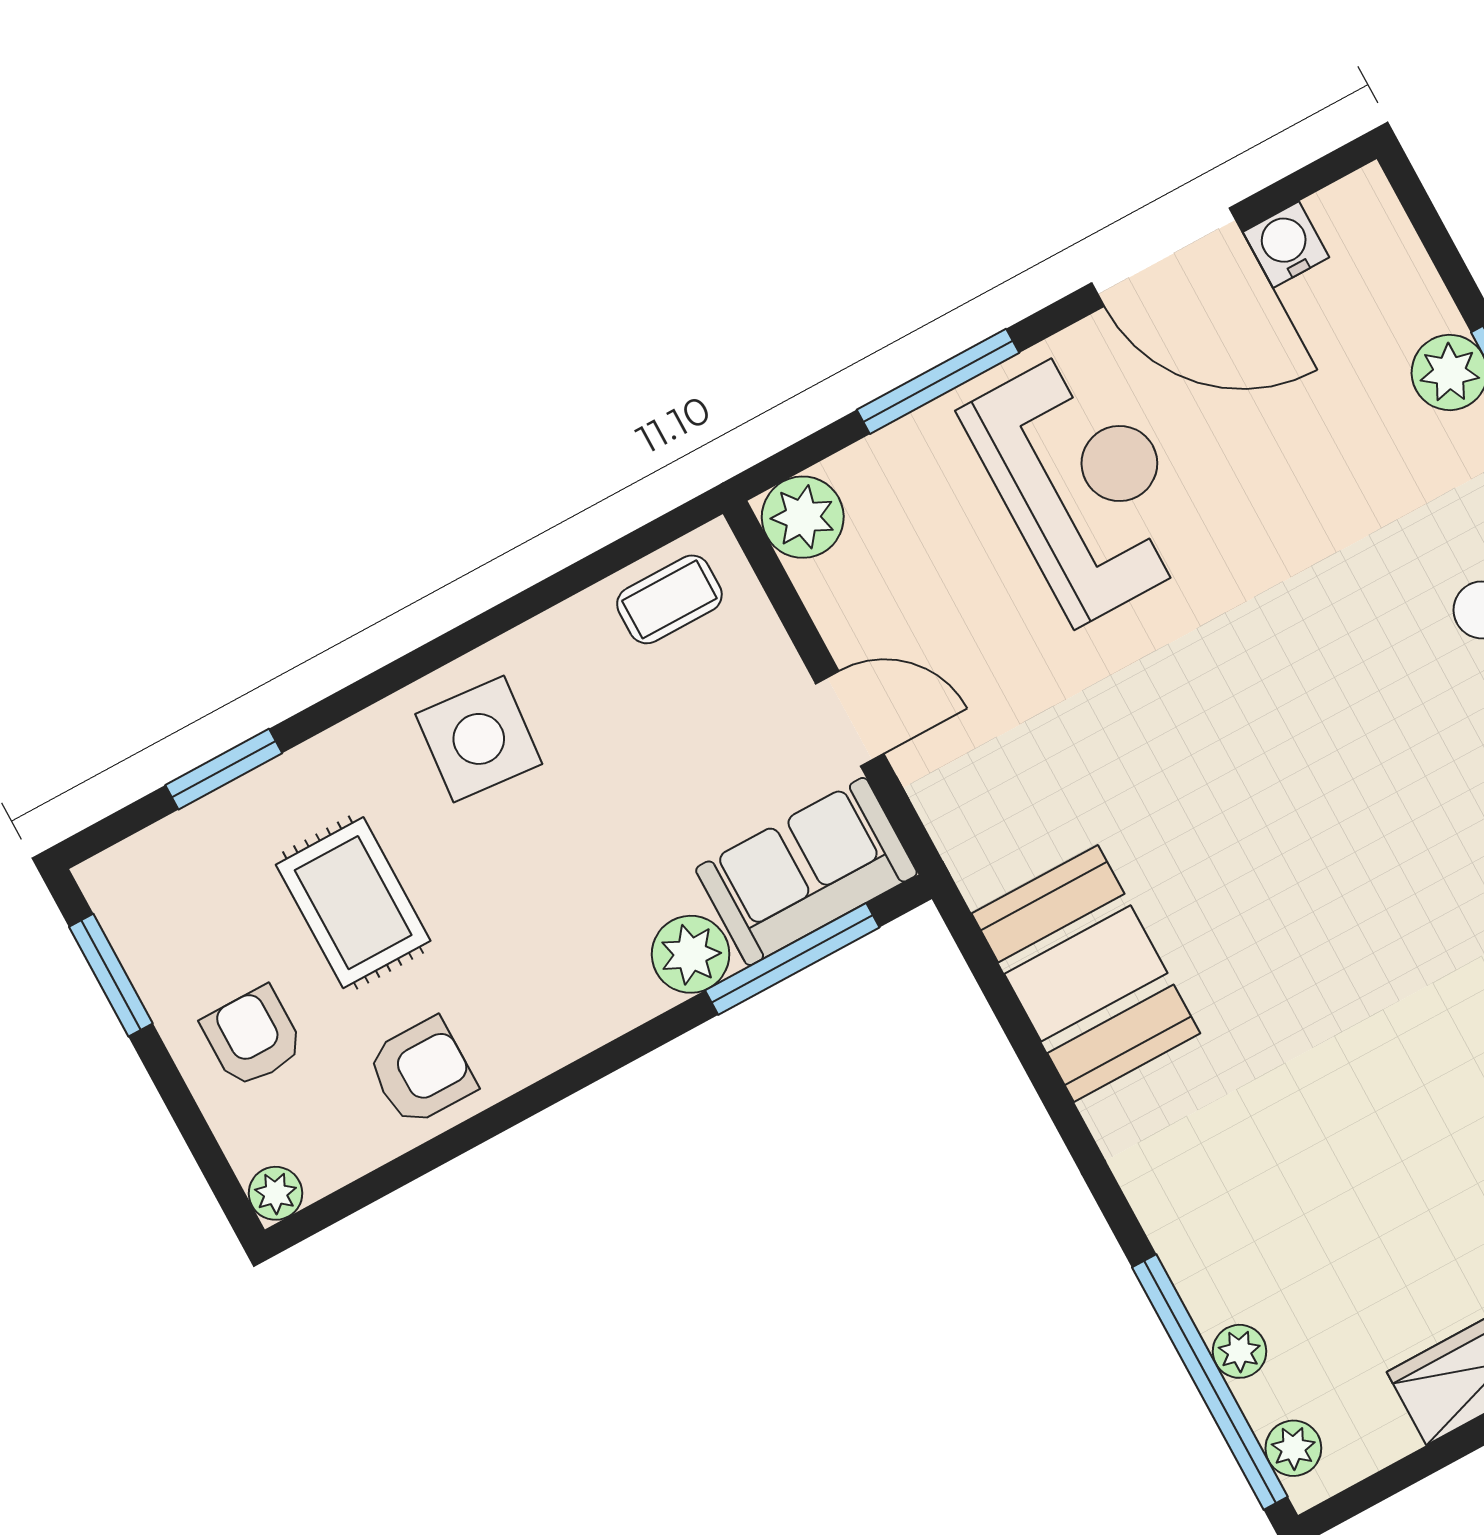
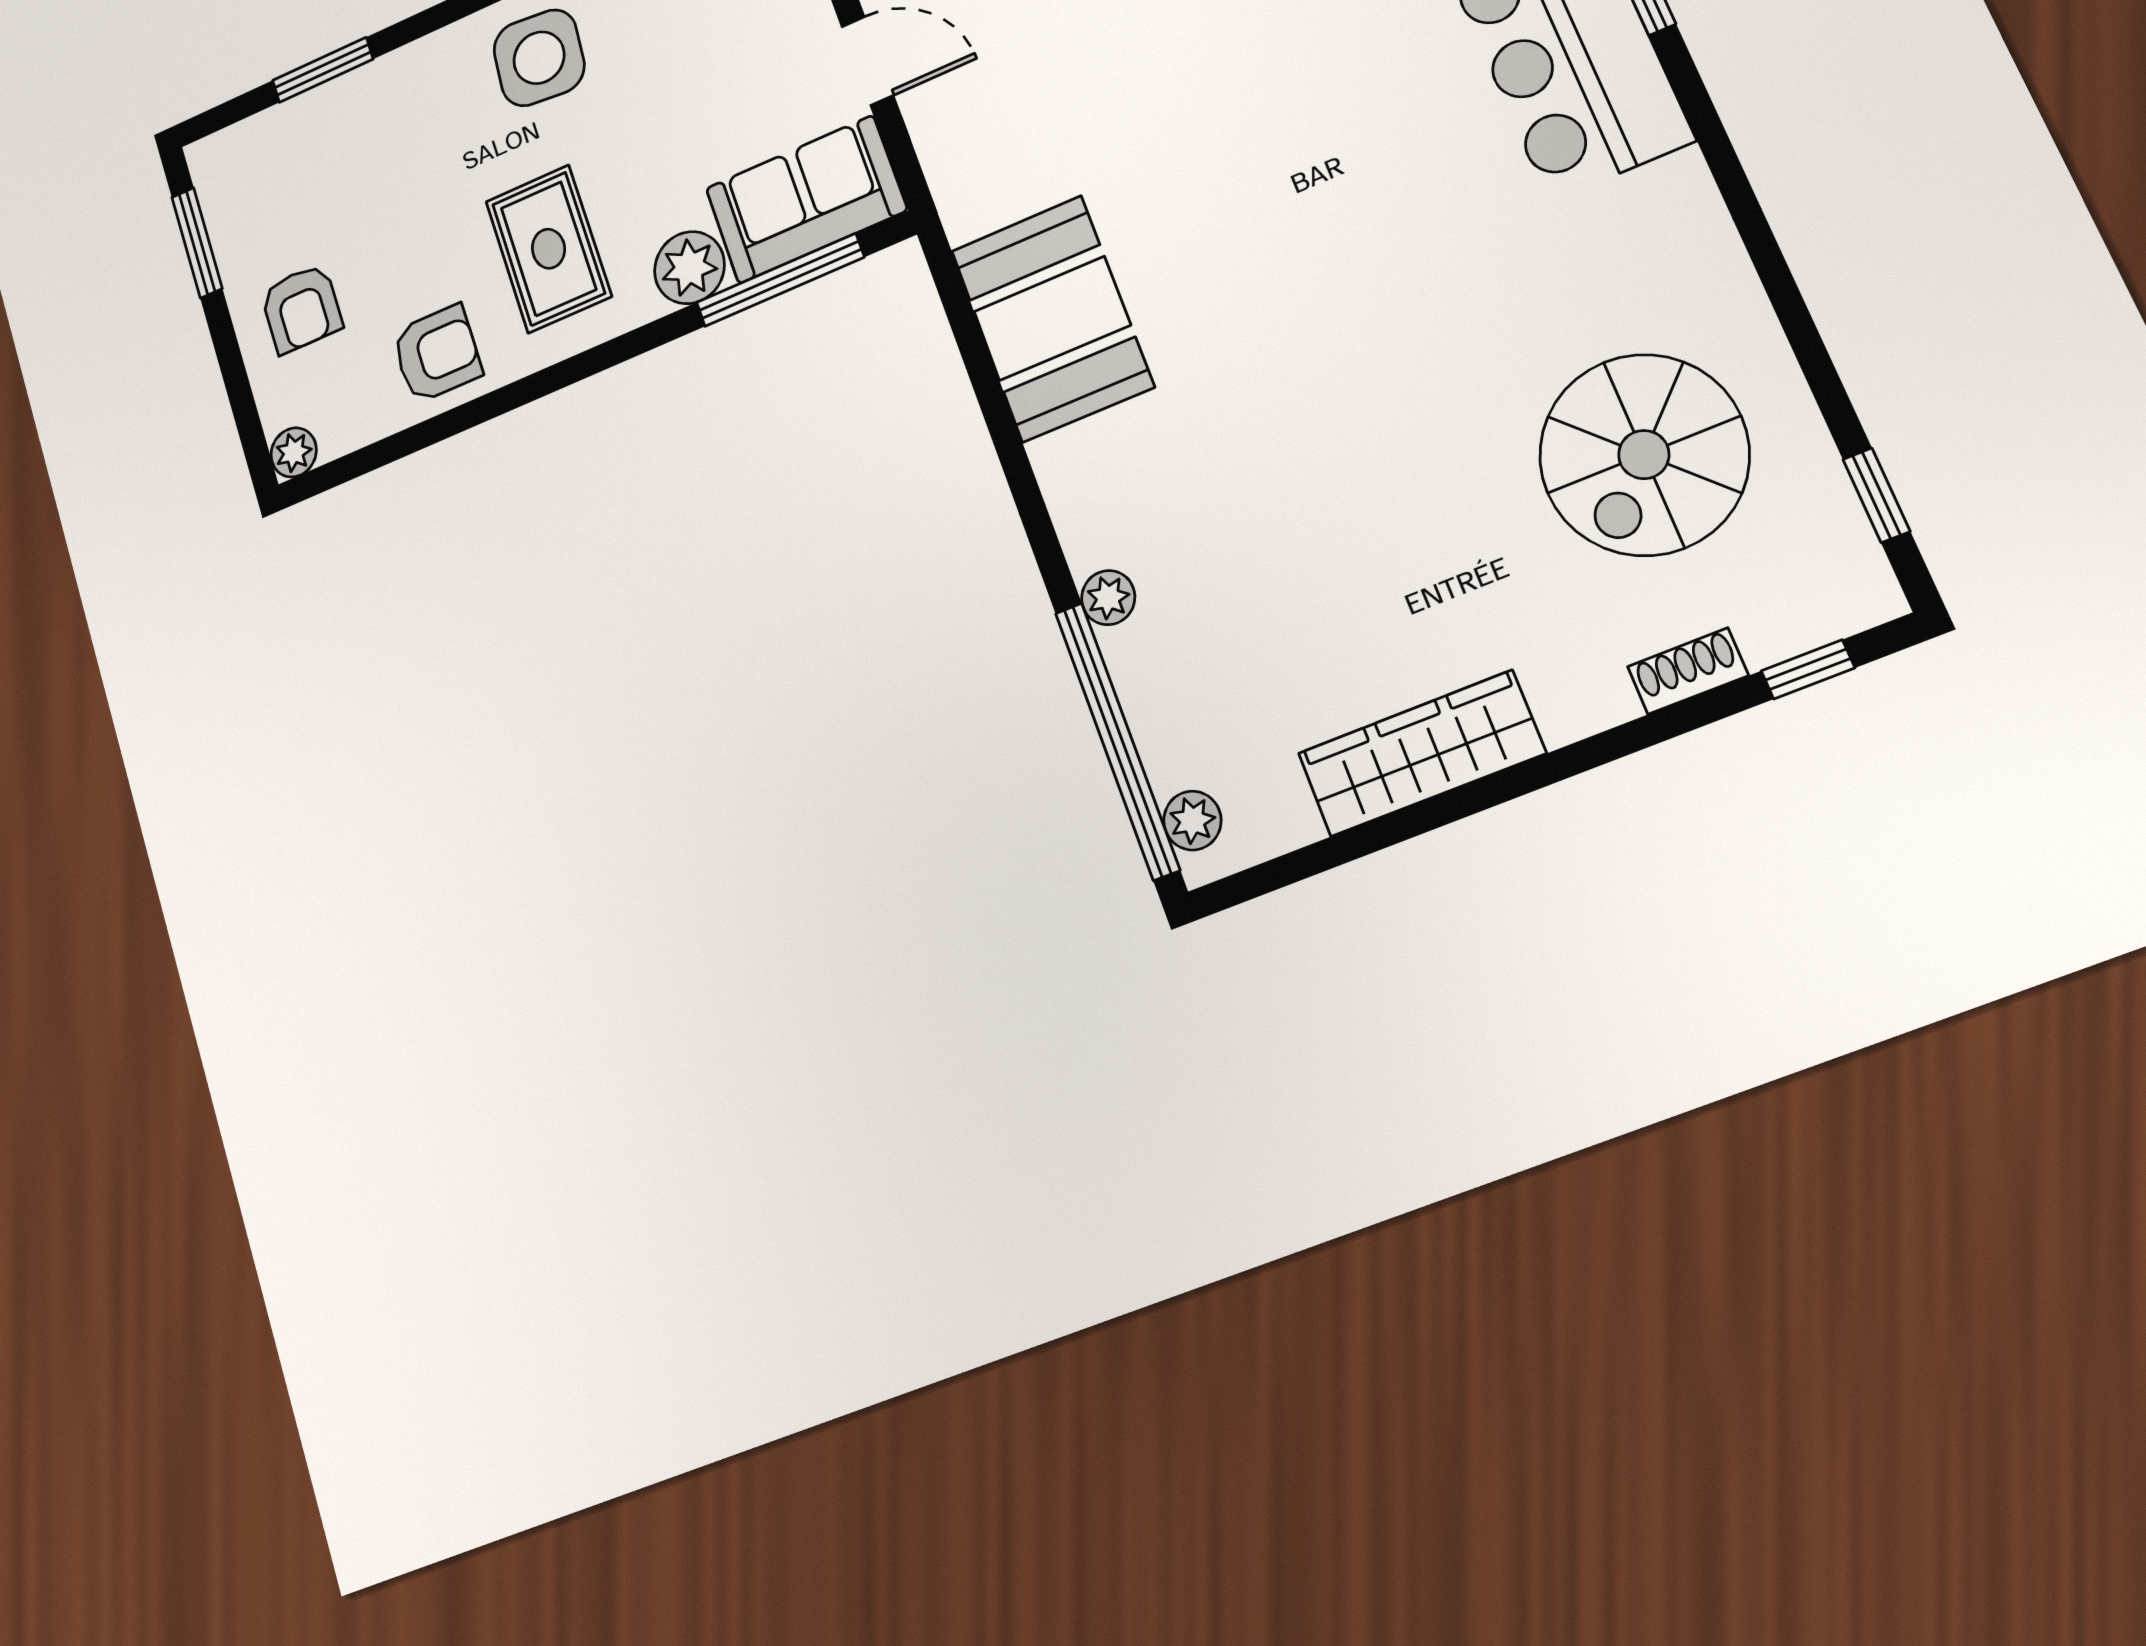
rug: (353, 903) -> (549, 249), moved
armchair: (253, 1037) -> (301, 308), turned 180
plant: (1239, 1351) -> (1108, 598), moved

